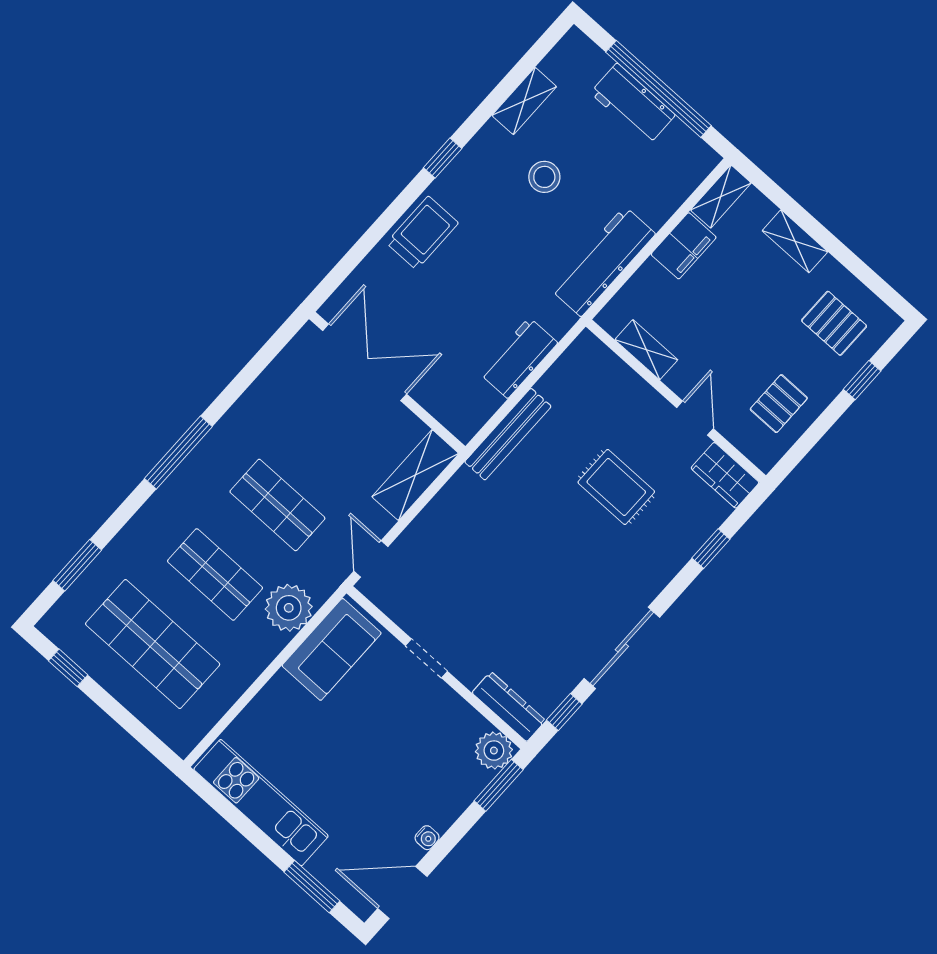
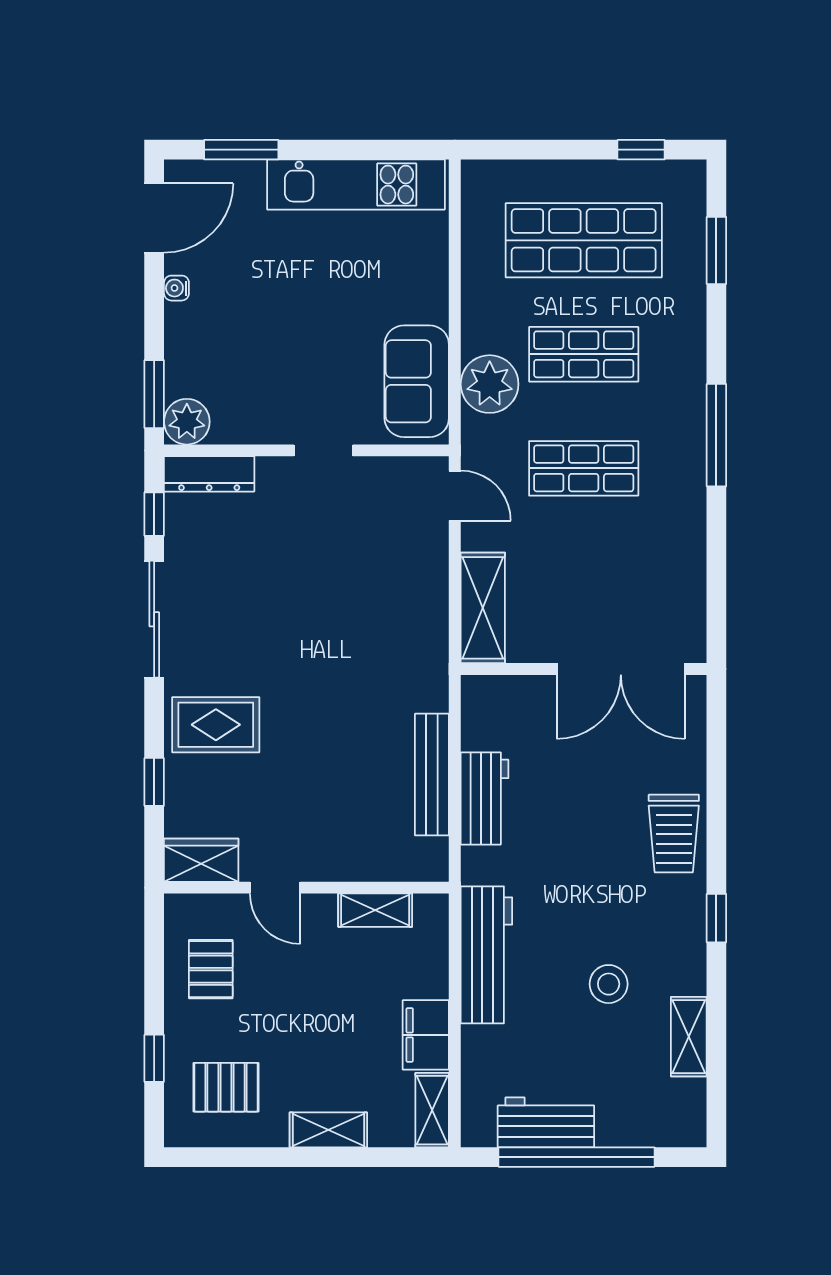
workbench: (633, 104) -> (546, 1122), moved
bench: (508, 434) -> (432, 775), moved
rug: (616, 487) -> (216, 725), moved

